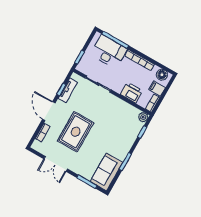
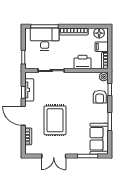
armchair: (129, 134) -> (100, 97), added

